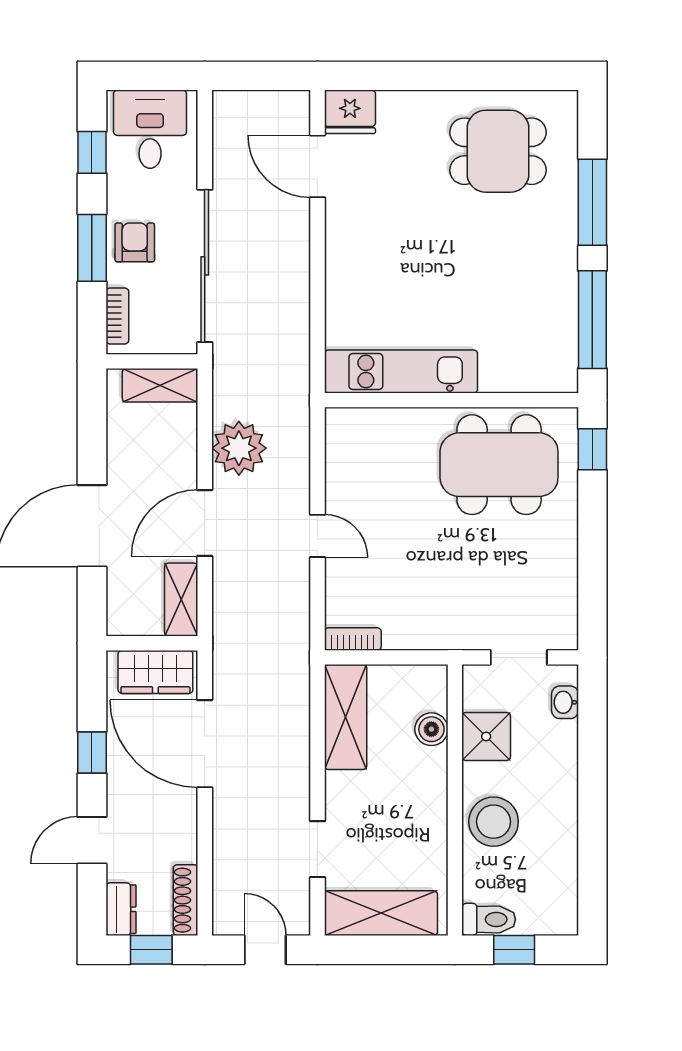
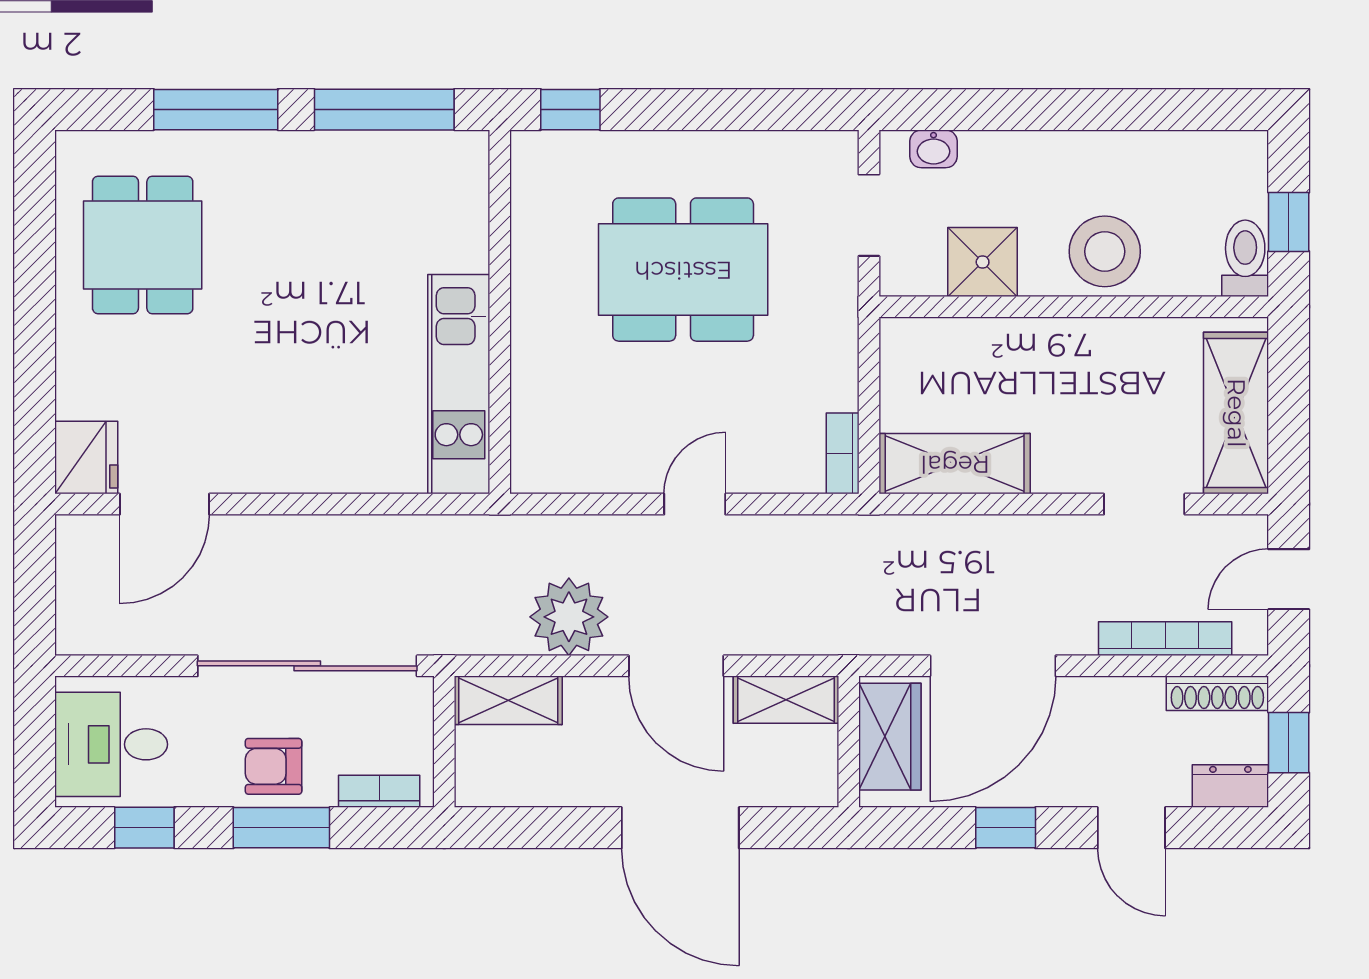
shelving: (160, 385) -> (508, 700), moved, turned 90
dining table: (499, 465) -> (683, 270), moved, turned 90
boiler: (431, 729) -> (972, 341), removed
bookcase: (224, 864) -> (1165, 639), added

